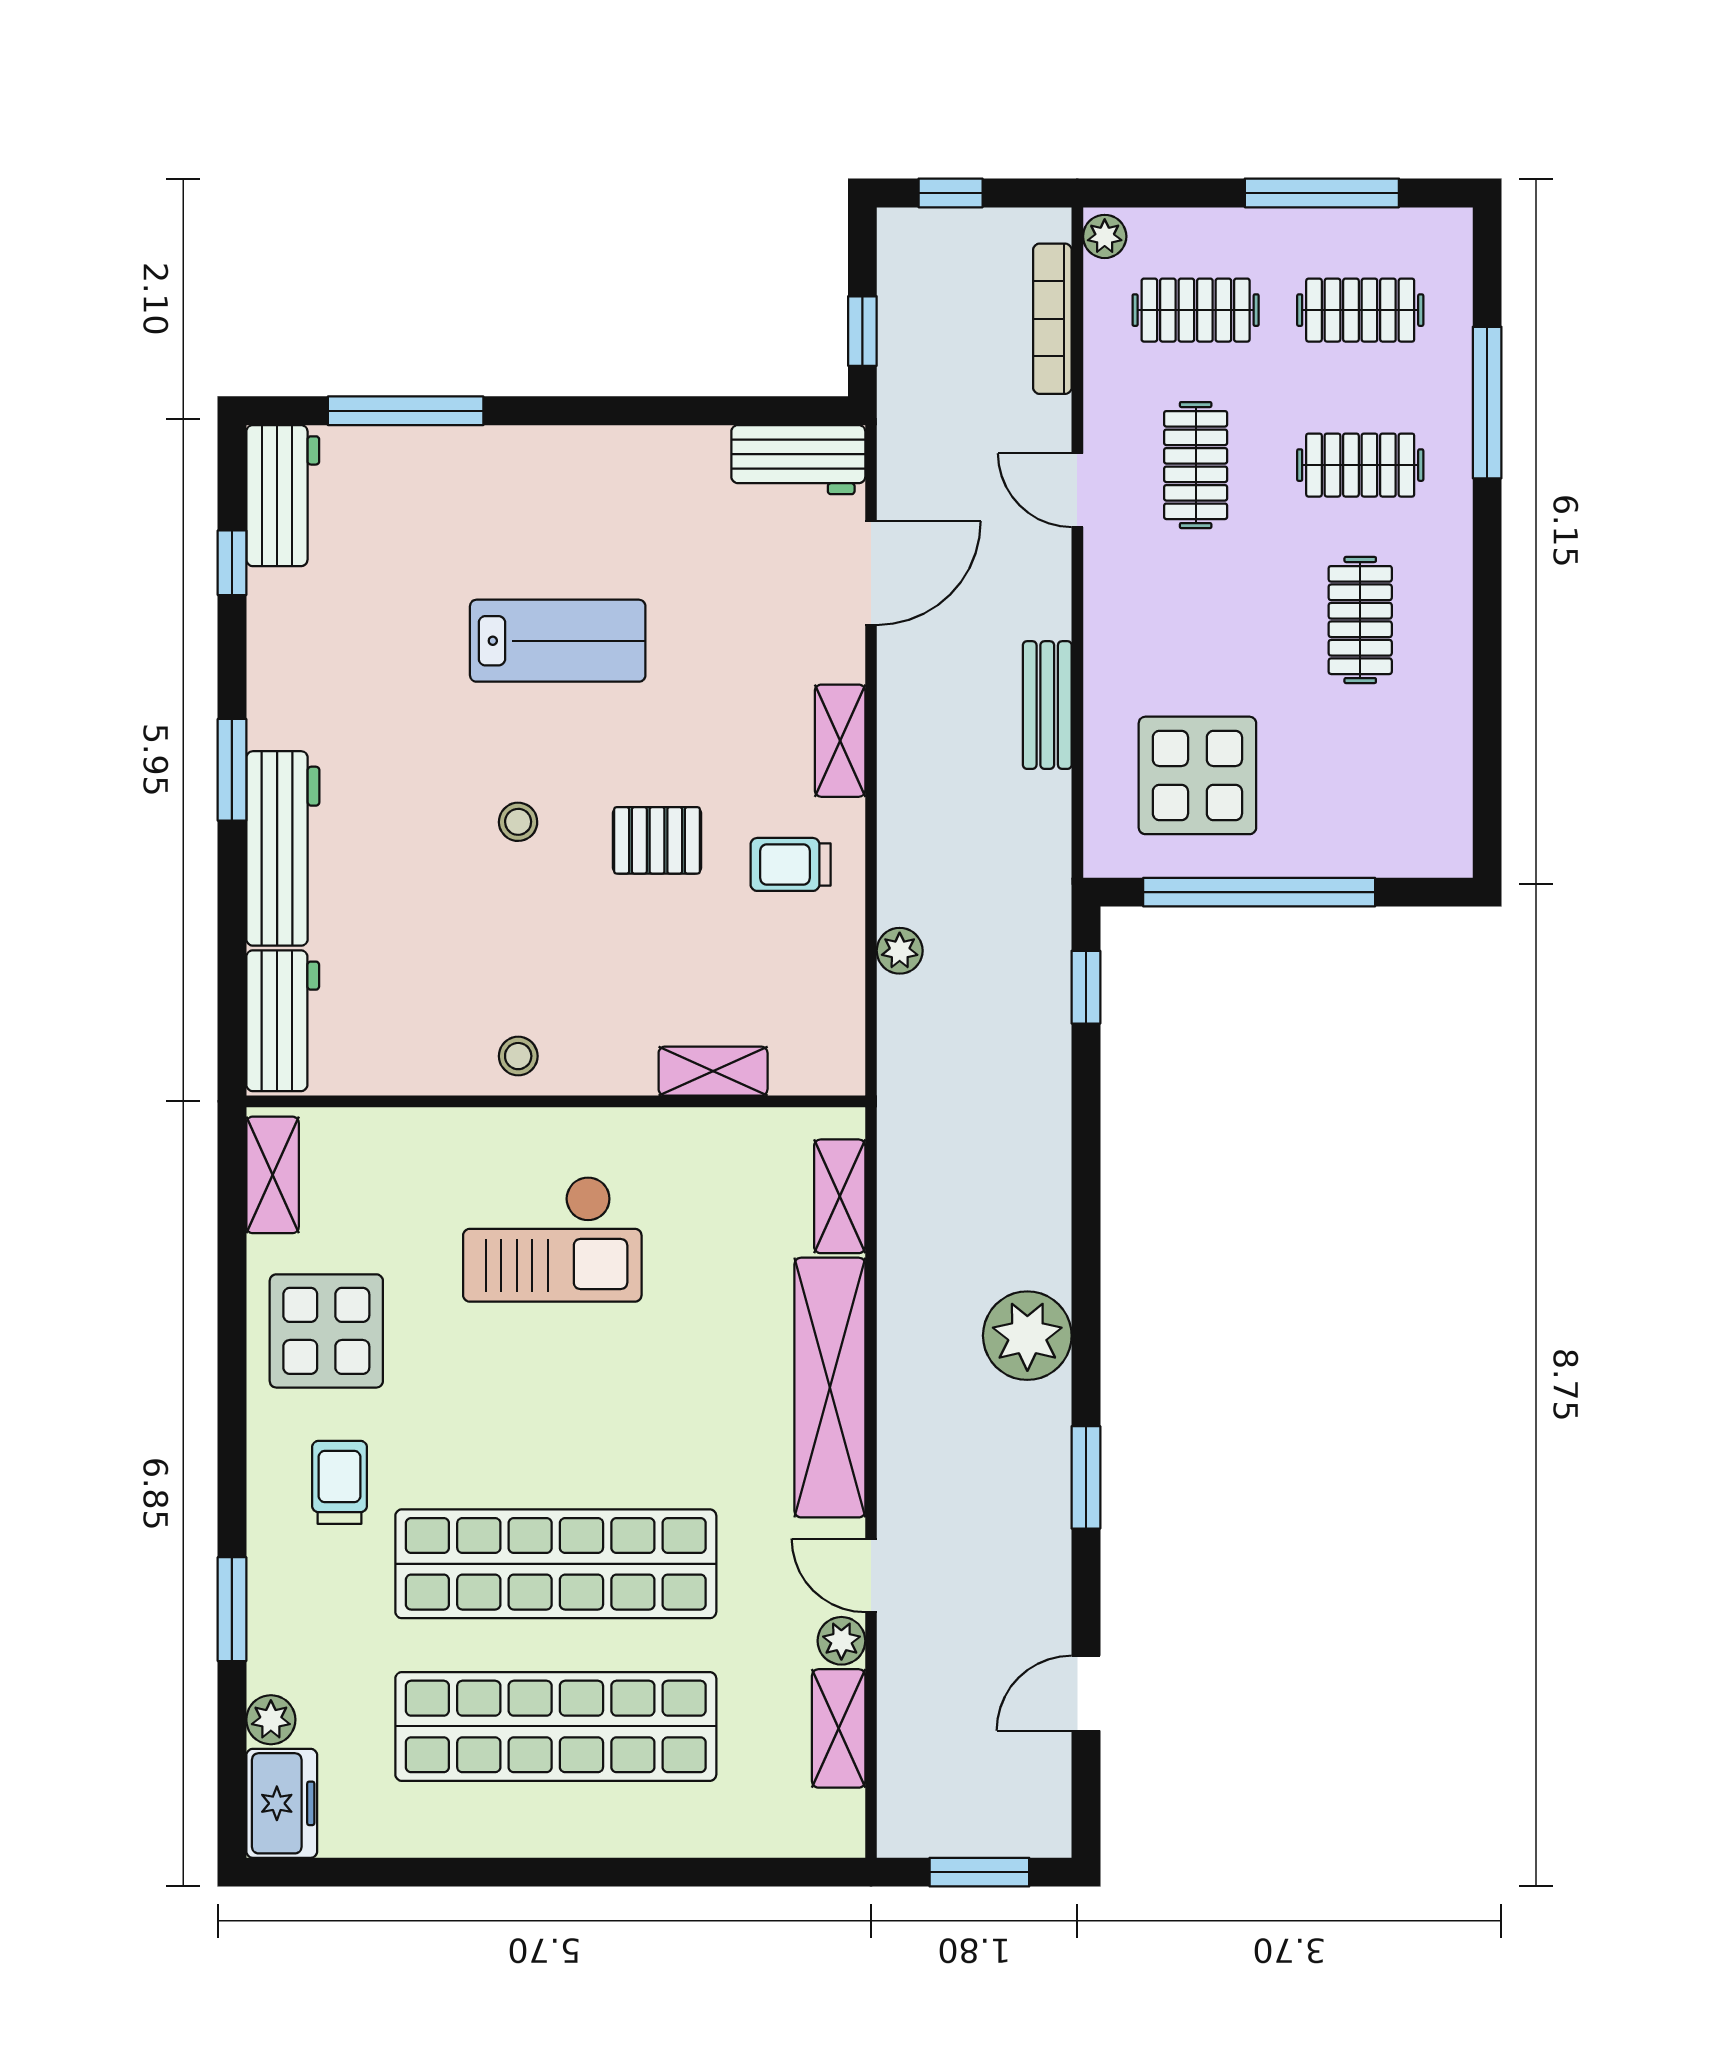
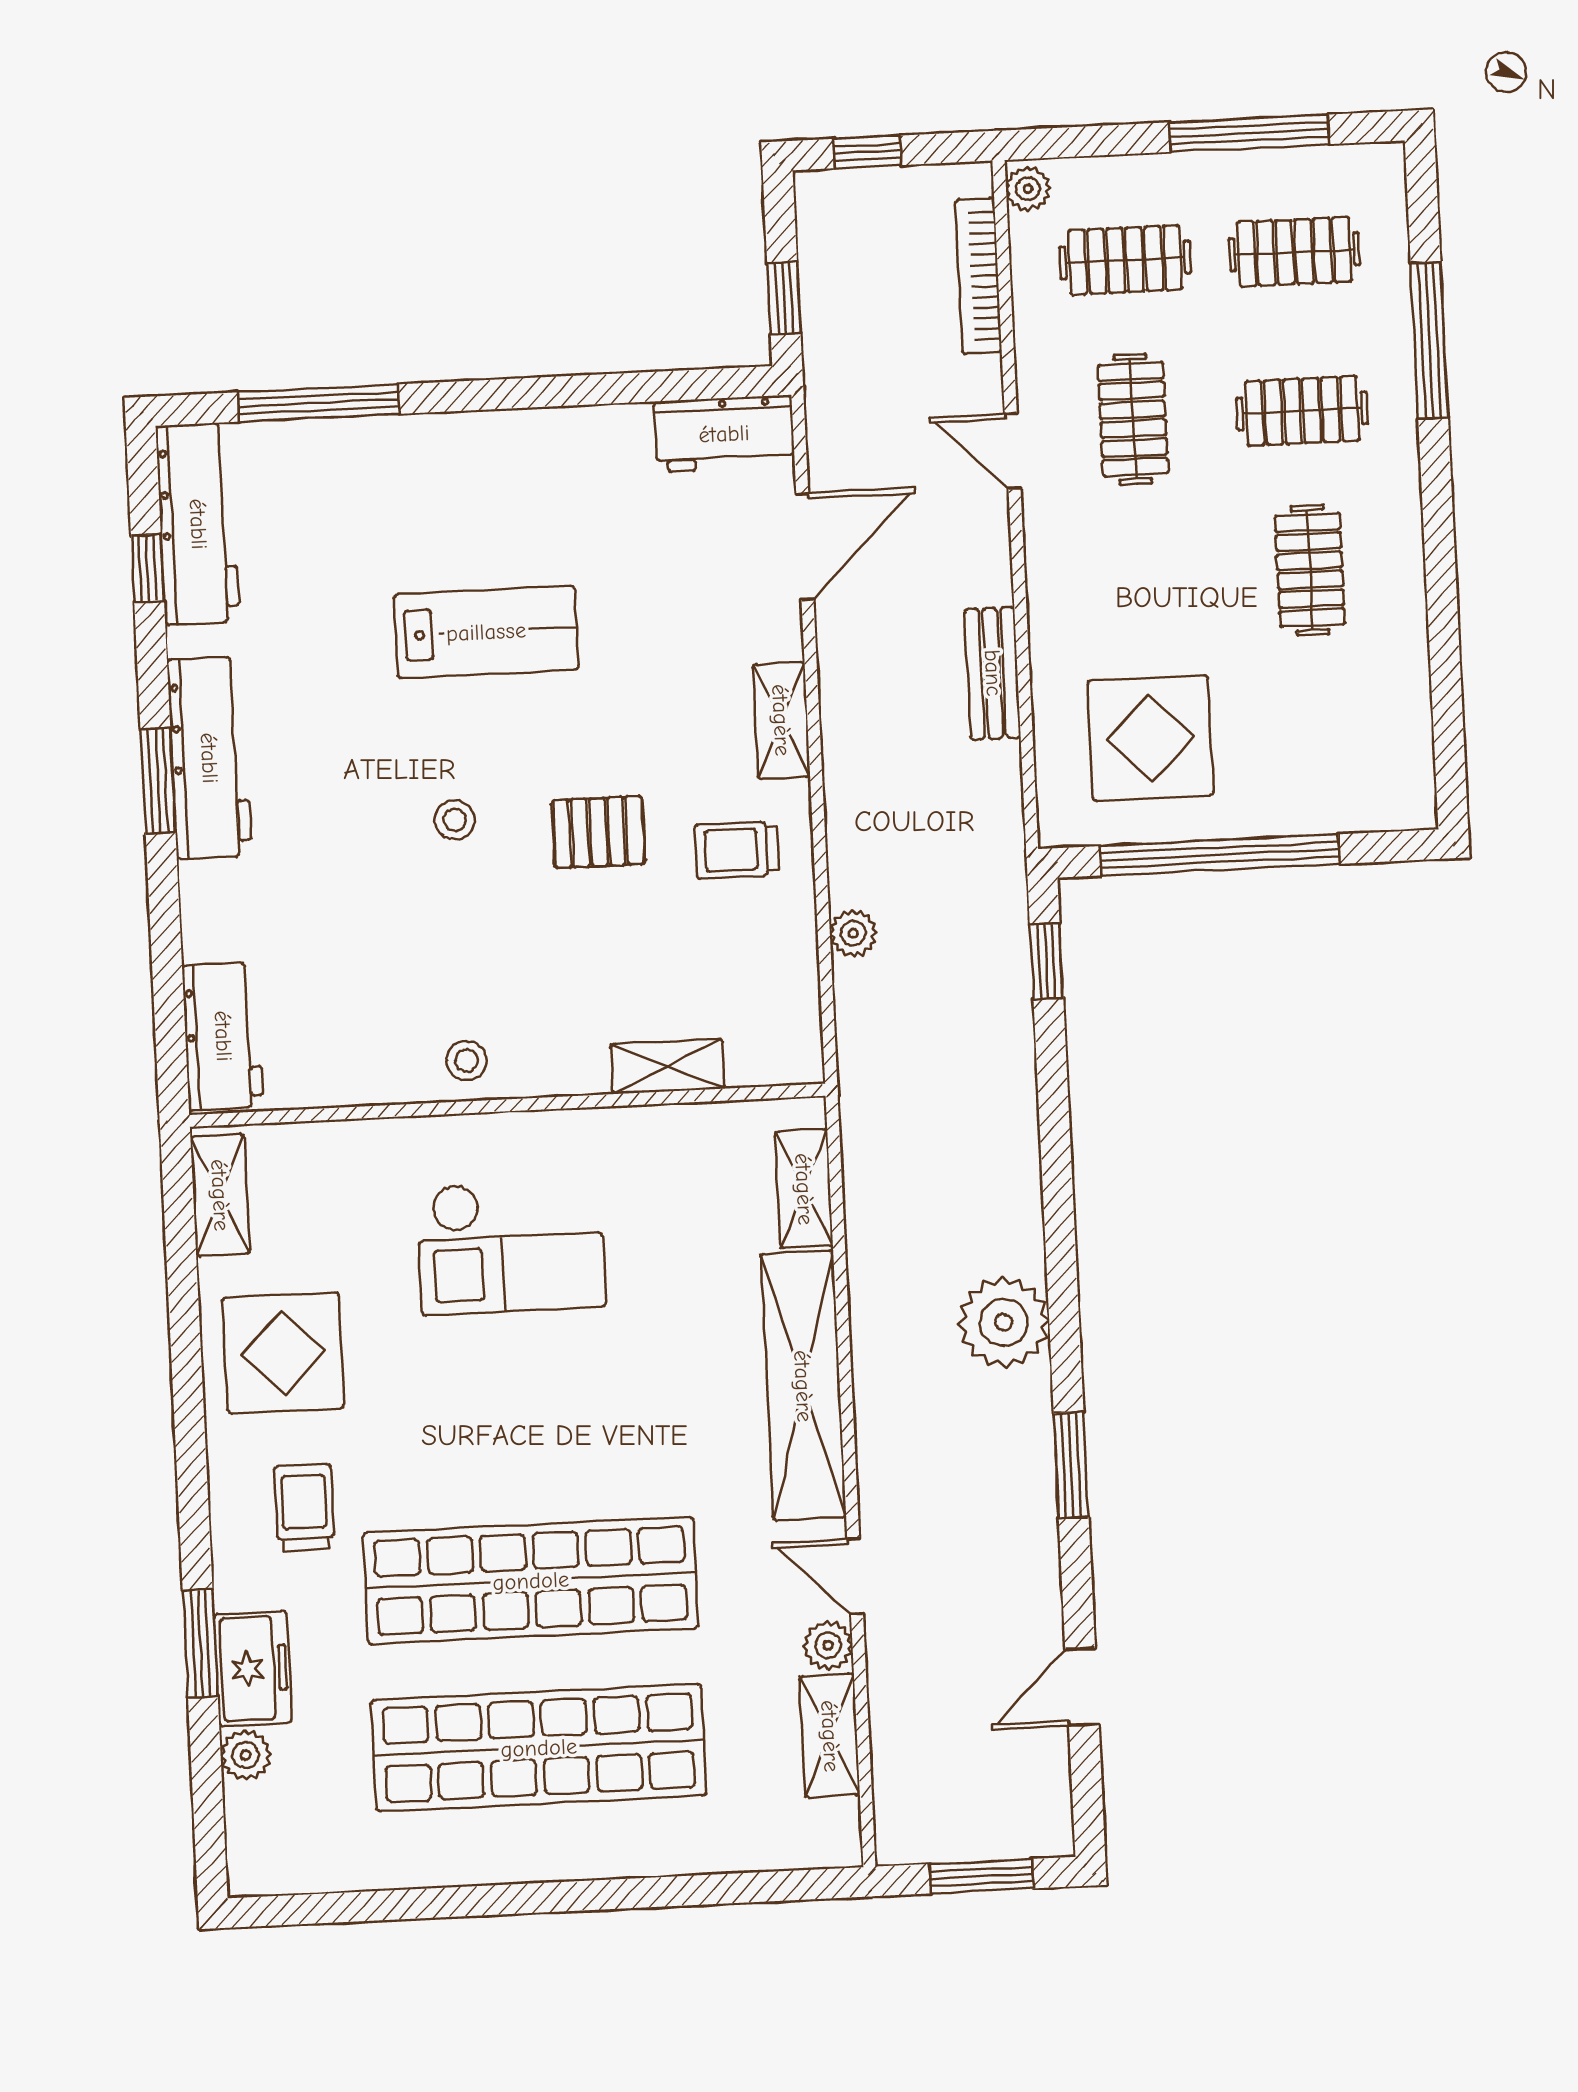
workbench: (283, 496) -> (198, 524), width x1.38
workbench: (283, 848) -> (209, 758), moved
freezer: (282, 1803) -> (253, 1669), moved

